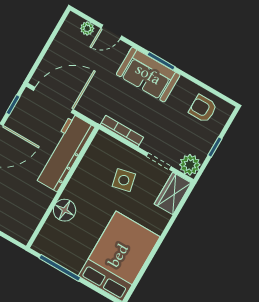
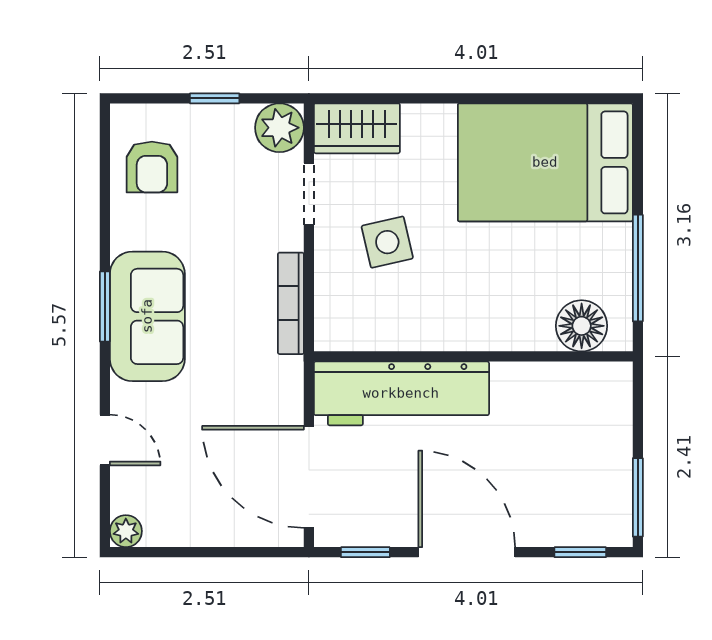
plant: (87, 28) -> (126, 531), moved
floor lamp: (65, 210) -> (582, 326), moved

